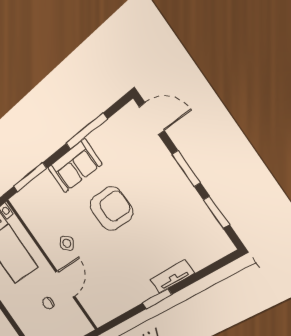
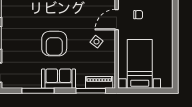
piano: (29, 195) -> (99, 82), added
armchair: (111, 209) -> (54, 44), turned -90

